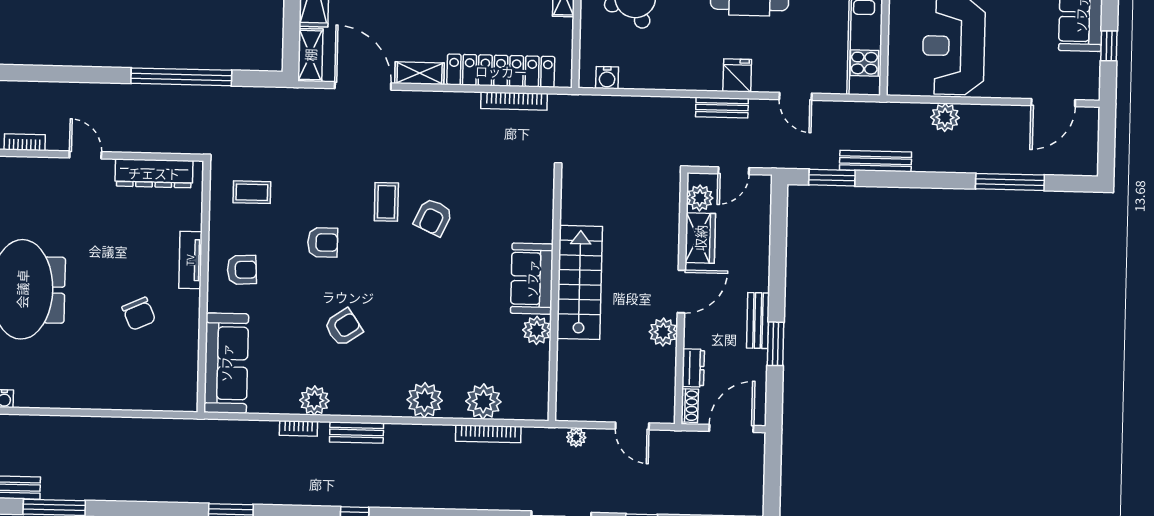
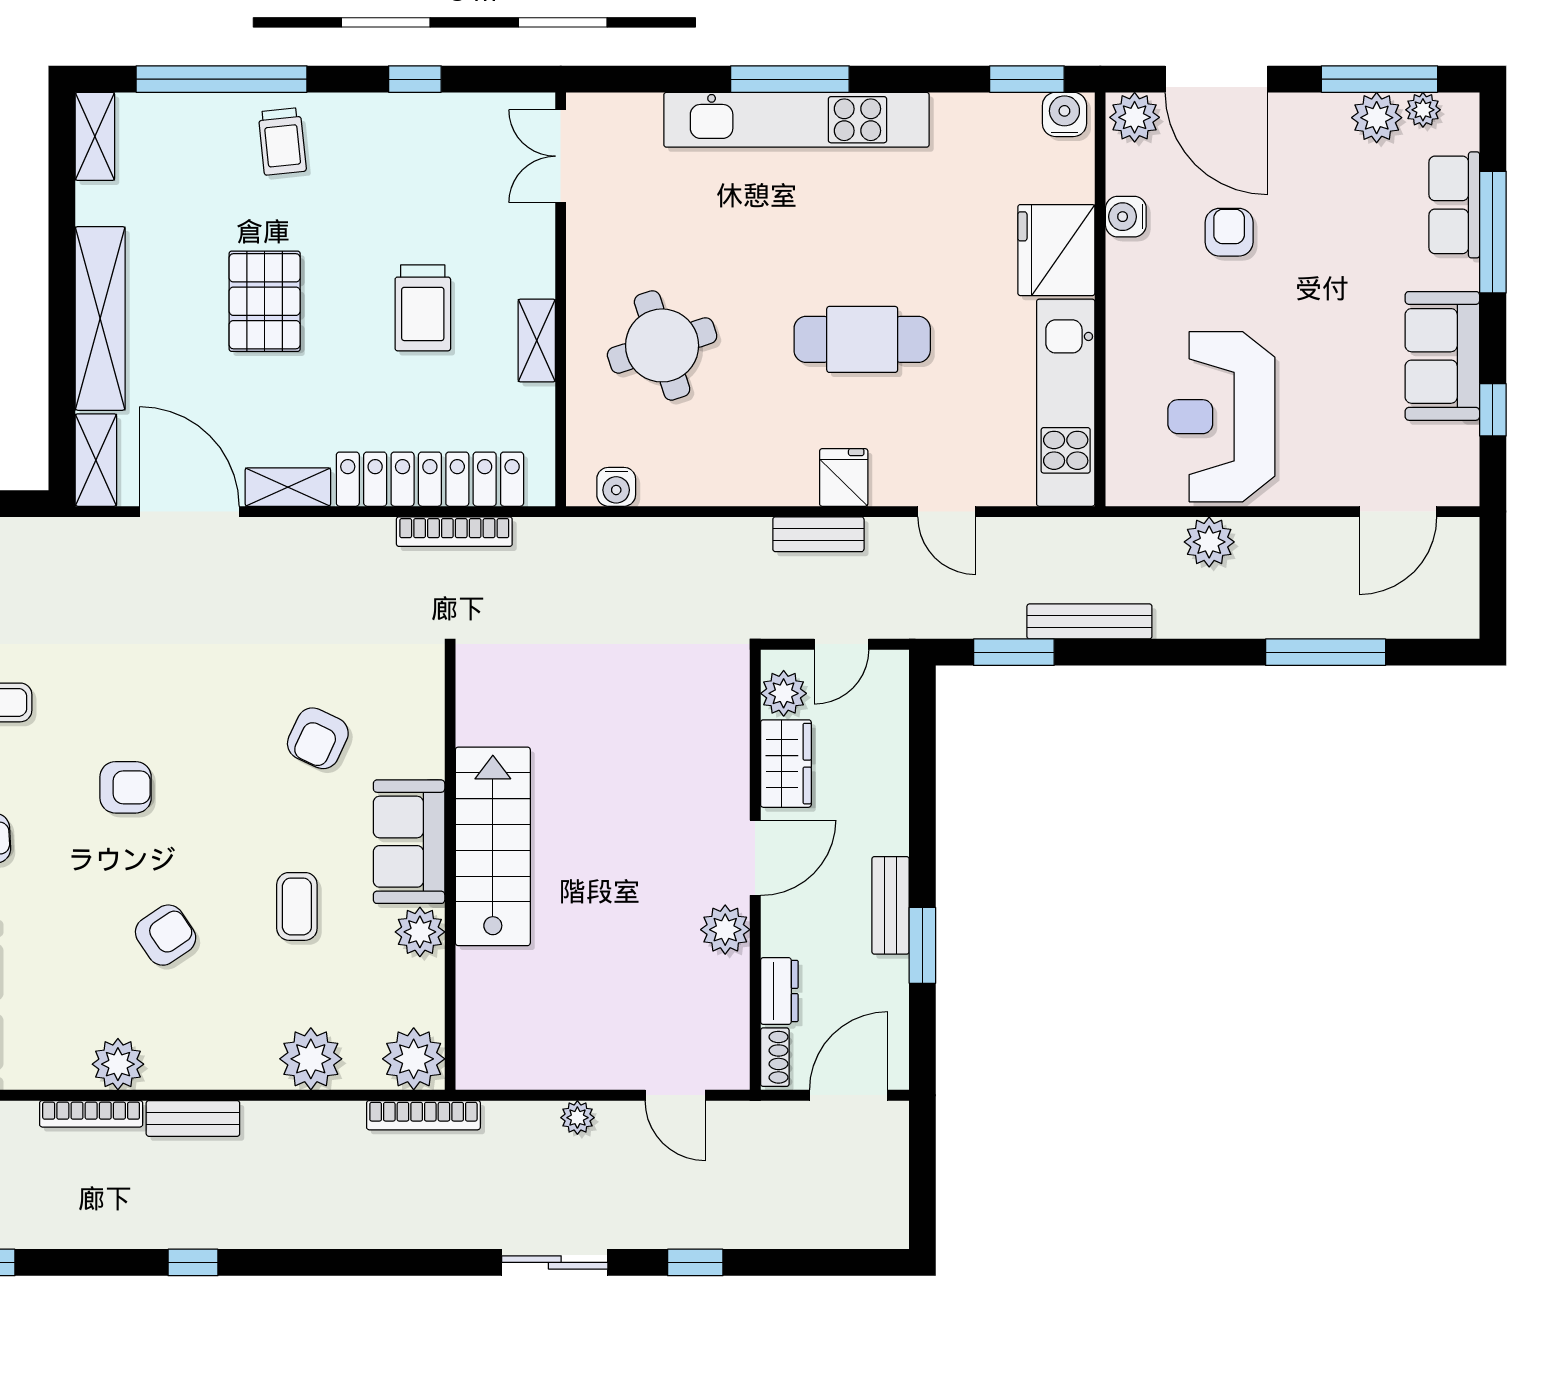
coffee table: (386, 202) -> (297, 906), moved
sofa: (532, 279) -> (409, 842), moved
stairs: (580, 282) -> (493, 846), moved
wall: (555, 295) -> (450, 870), moved
plant: (537, 330) -> (420, 932), moved
bookcase: (298, 428) -> (91, 1114), width x1.56

